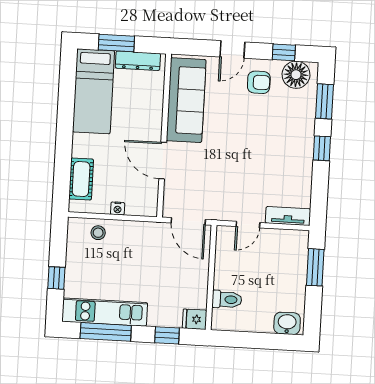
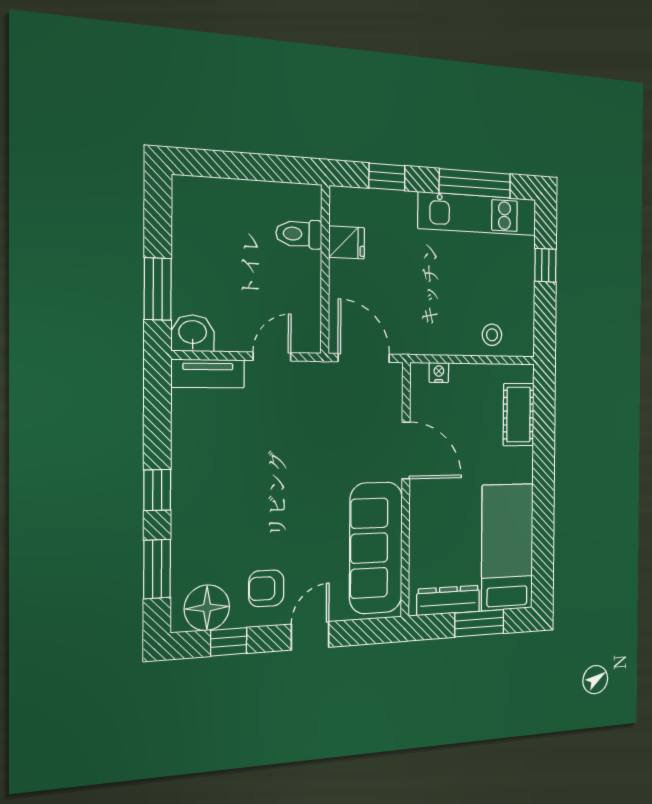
nightstand: (118, 208) -> (439, 373), moved
fridge: (195, 319) -> (347, 242), moved
washbasin: (287, 323) -> (193, 333), moved, turned 180

